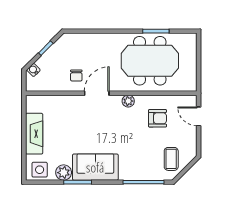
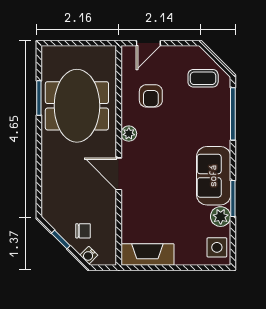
chair: (76, 76) -> (83, 231), moved
armchair: (158, 118) -> (151, 96), turned 180
fireplace: (34, 134) -> (147, 254), moved

